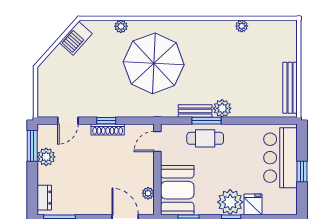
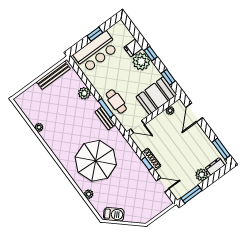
plant: (222, 108) -> (84, 93), moved
plant: (46, 157) -> (202, 175), moved

